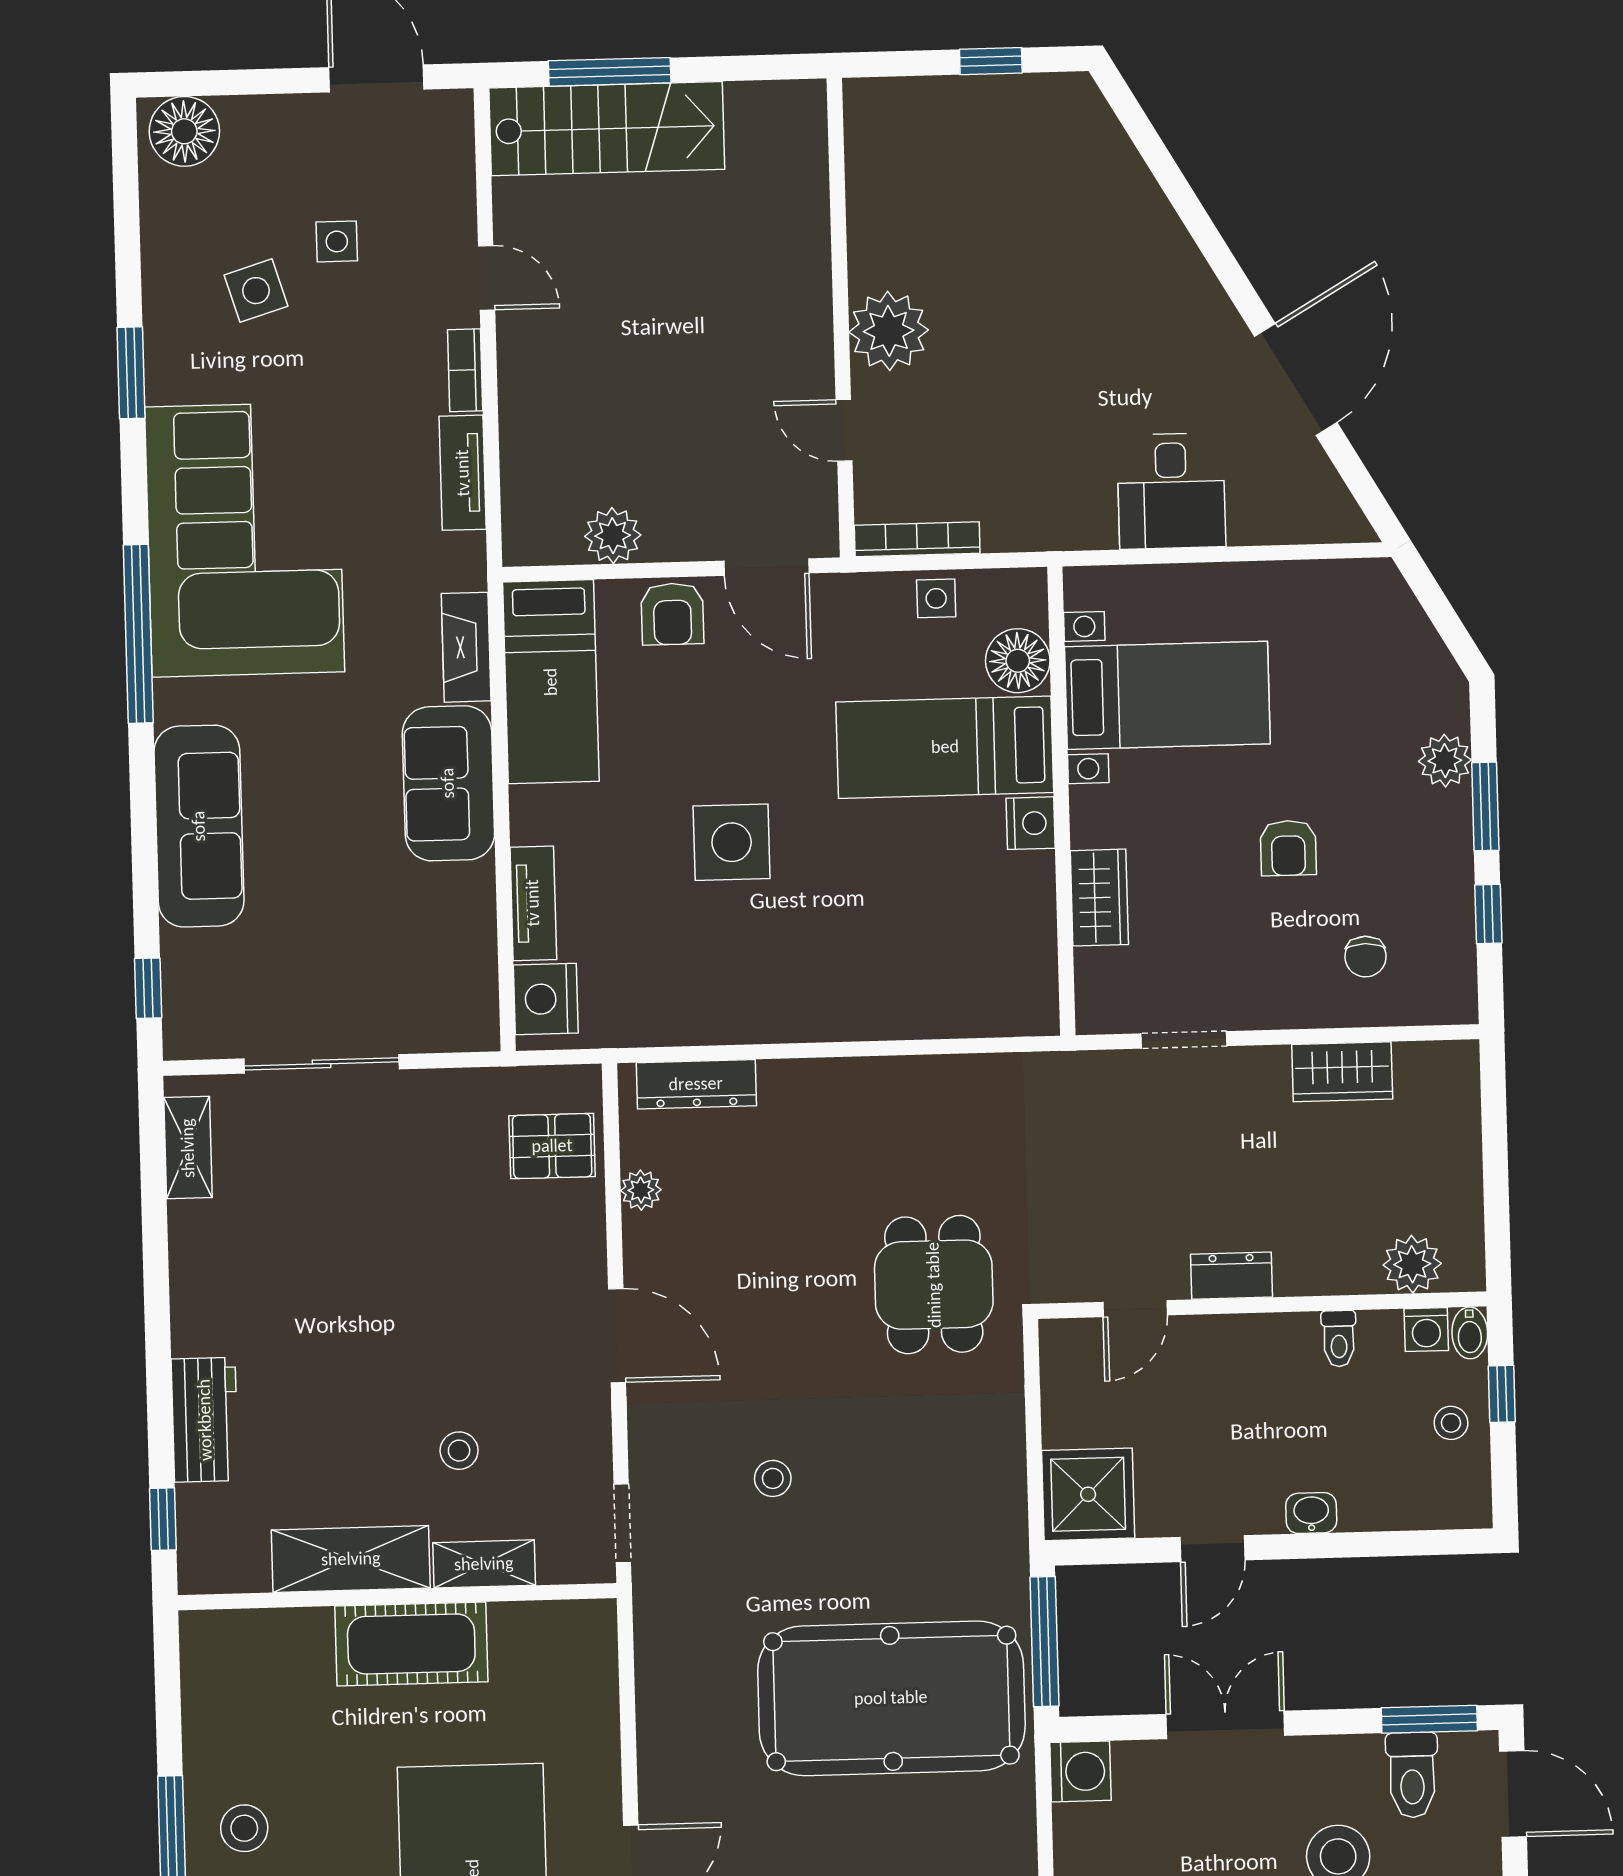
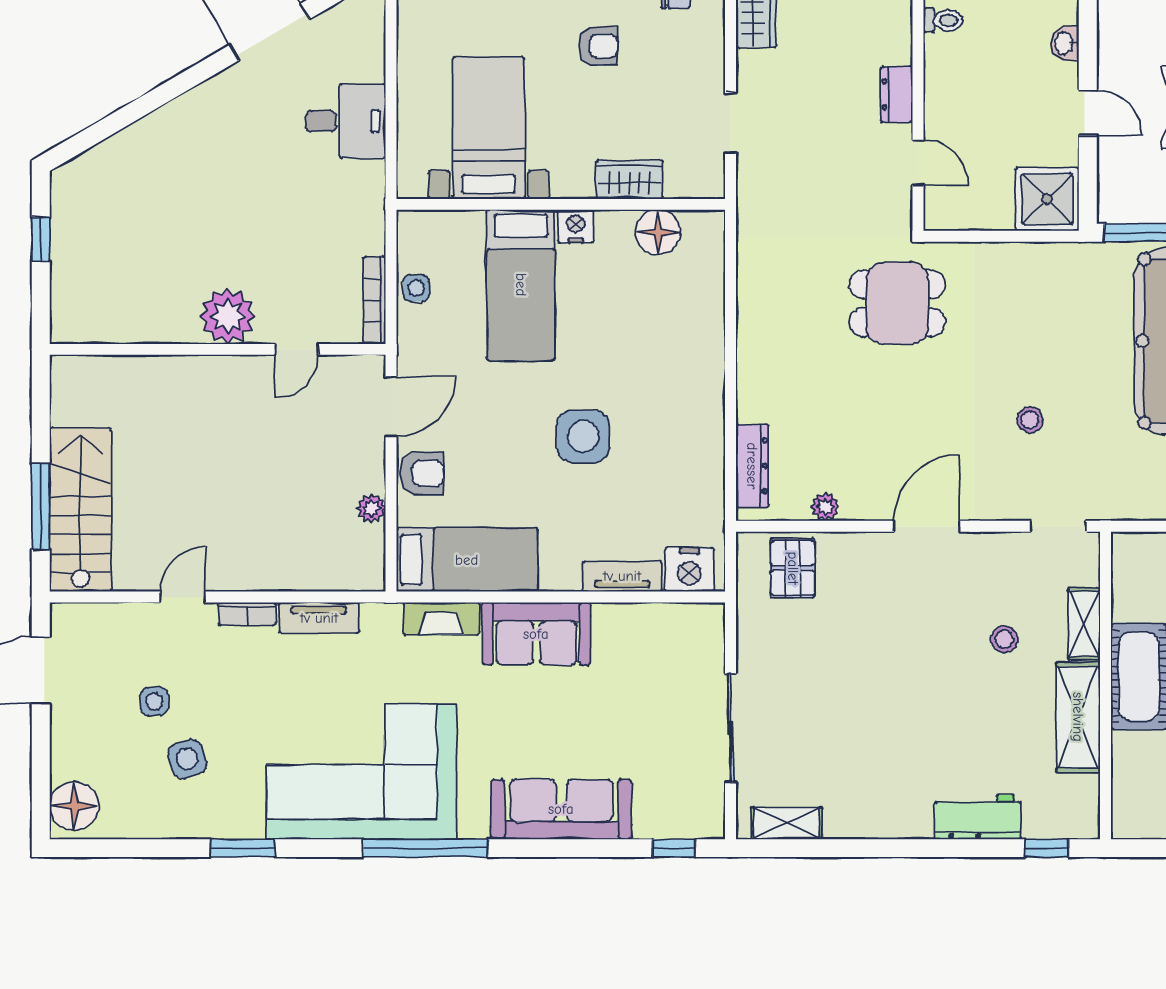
plant: (613, 536) -> (371, 508), width x0.73, depth x0.73
floor lamp: (1018, 661) -> (658, 232), moved

